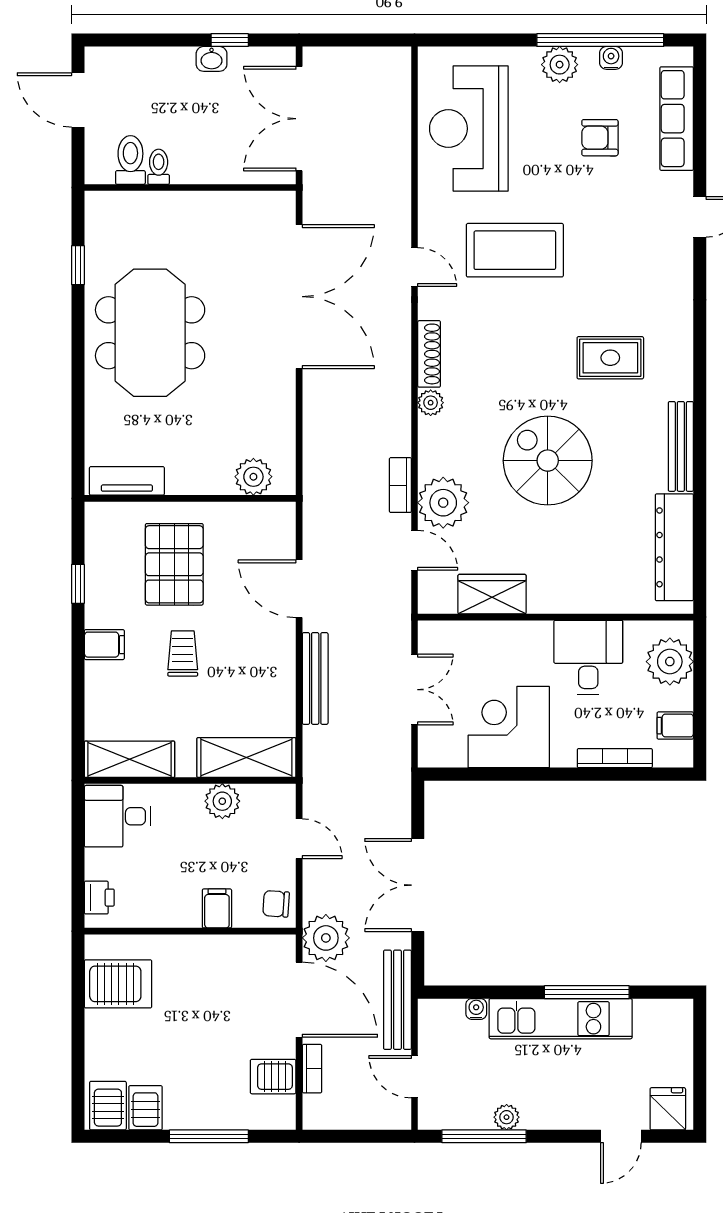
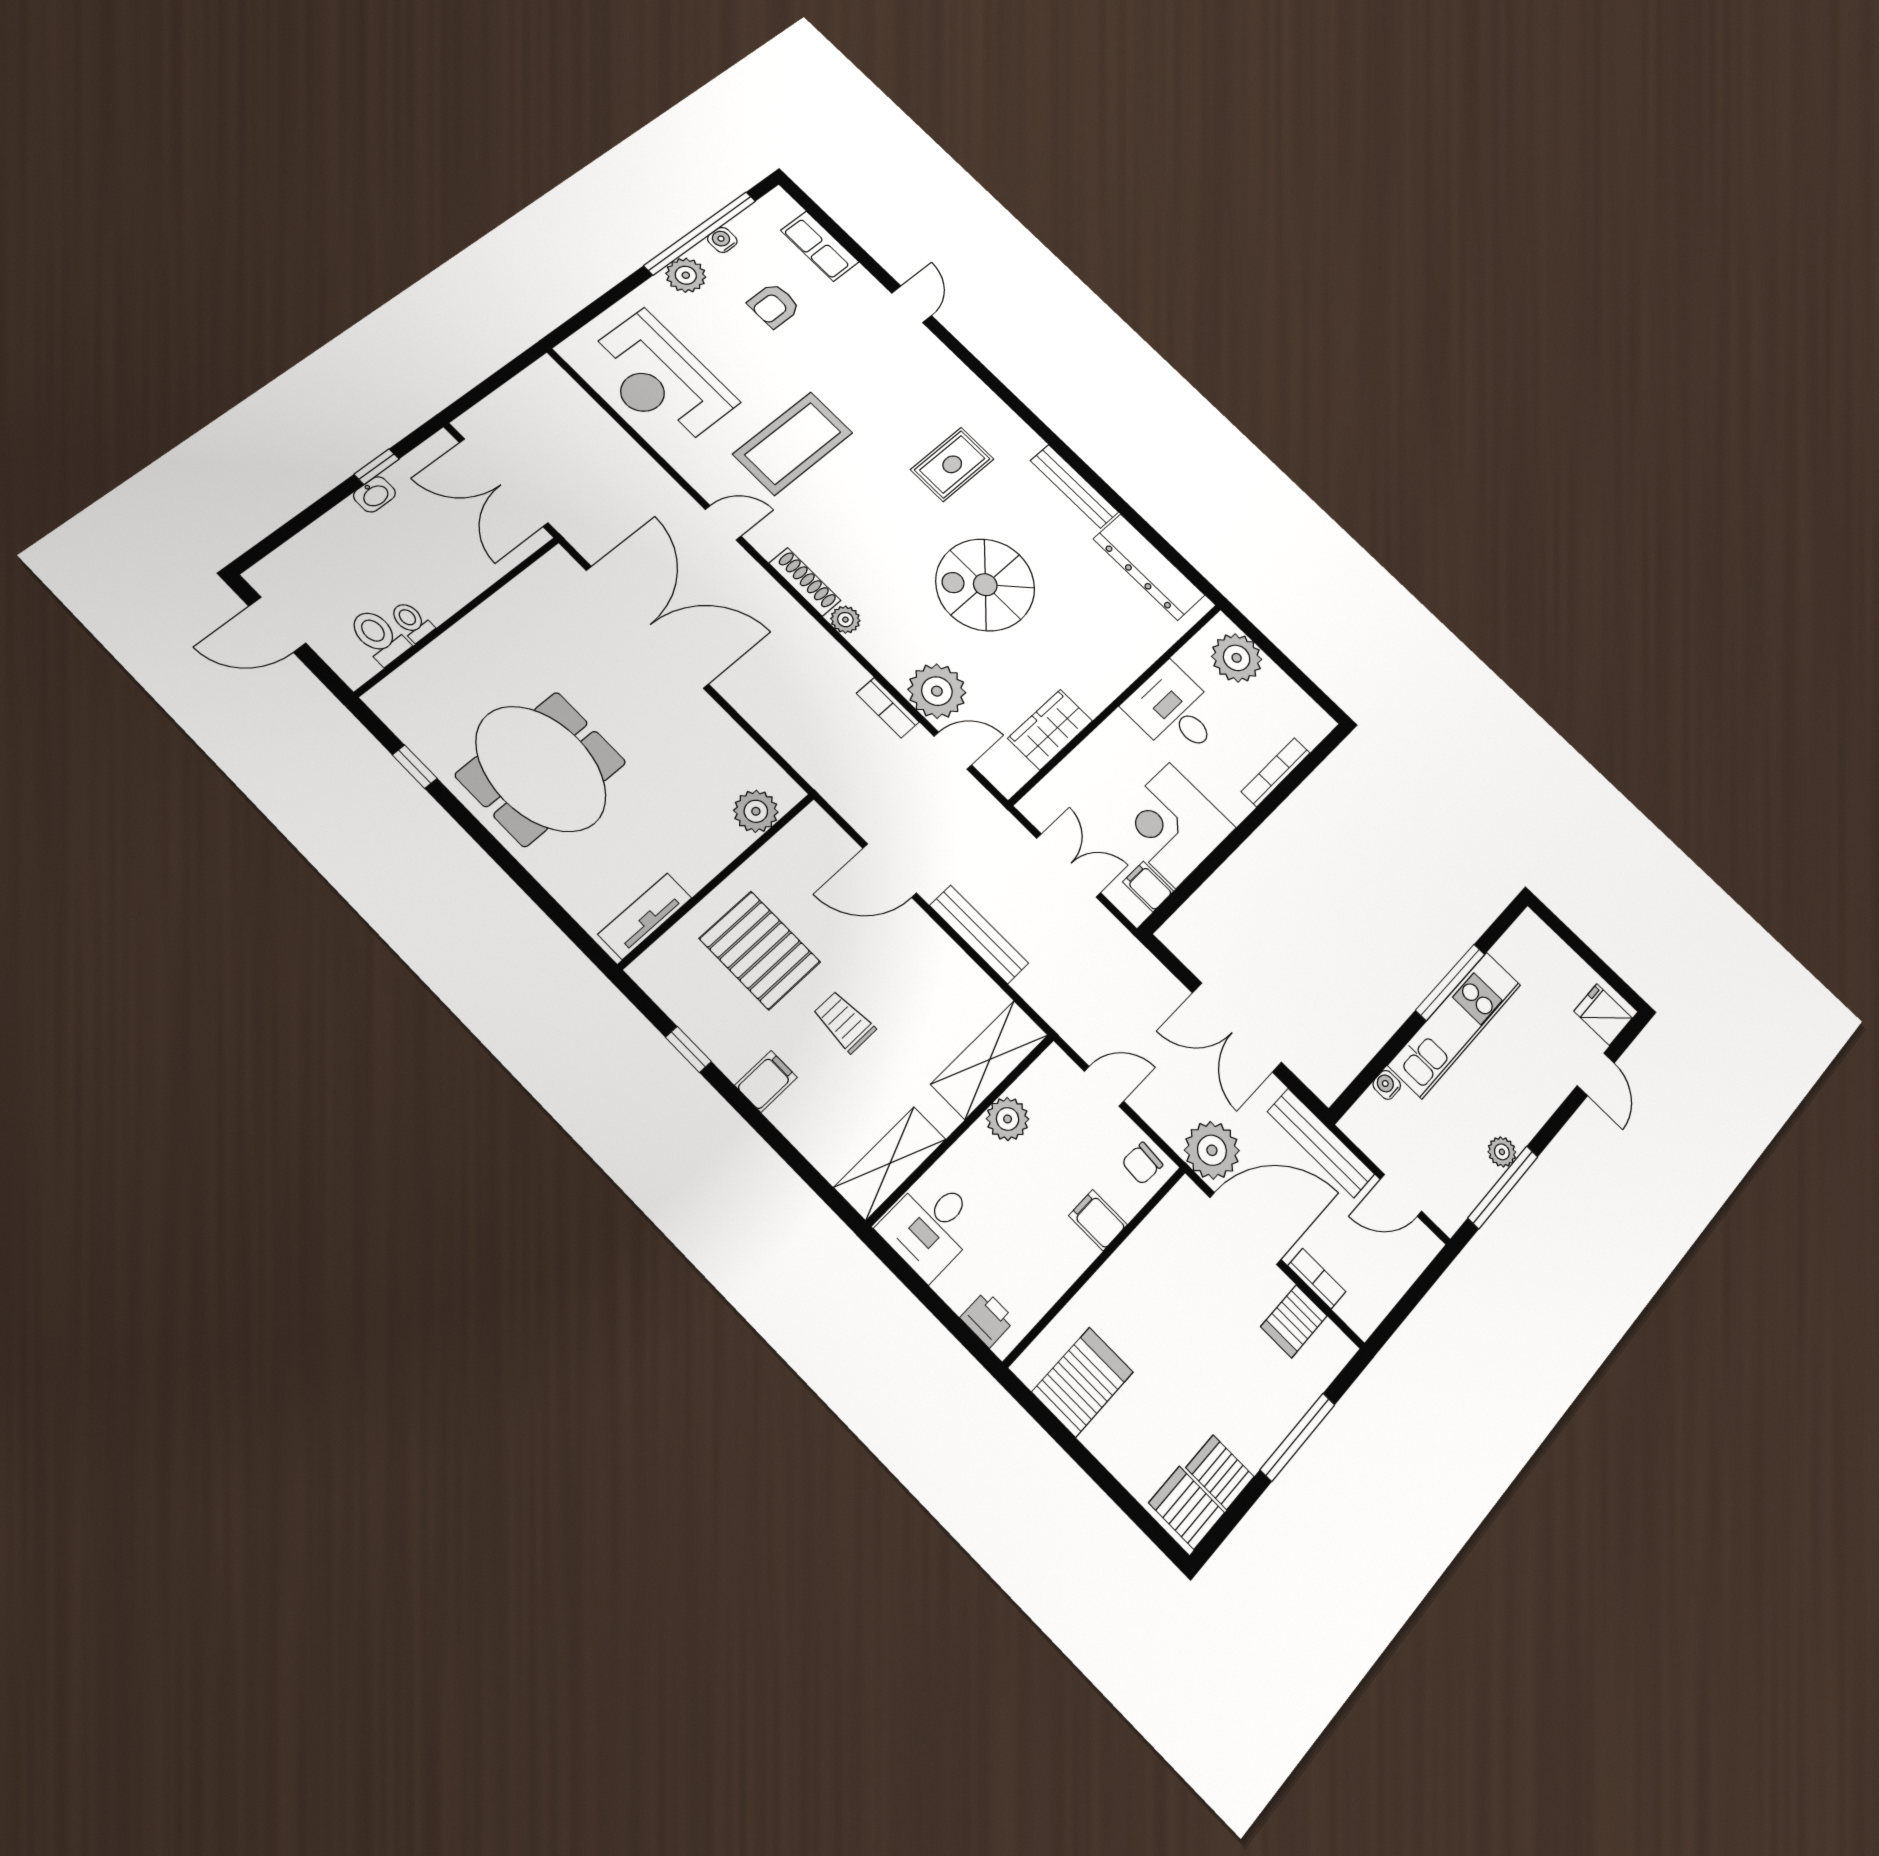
row of seats: (677, 119) -> (820, 246), width x0.68
filing cabinet: (675, 726) -> (1148, 887), moved, turned 90

